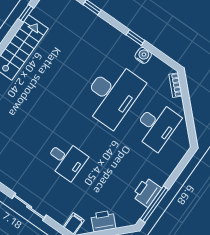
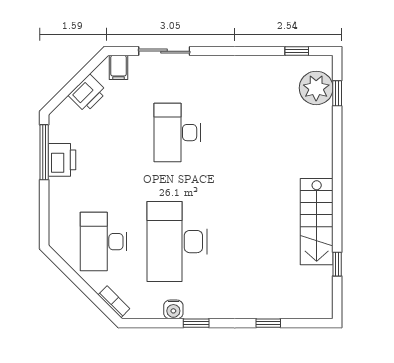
desk: (66, 160) -> (177, 133), width x1.37
sliding door: (29, 207) -> (164, 51), moved

